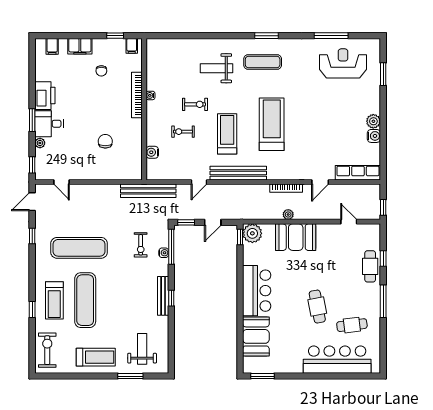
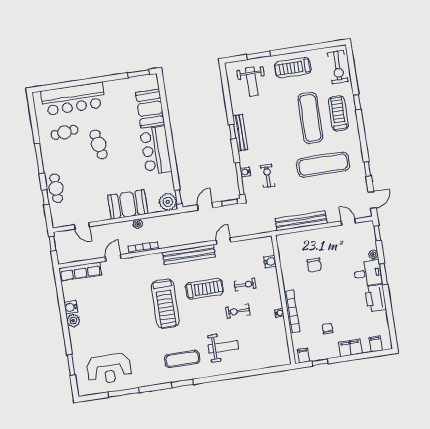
treadmill: (227, 134) -> (204, 289), turned -90
bench: (148, 191) -> (301, 221), moved

